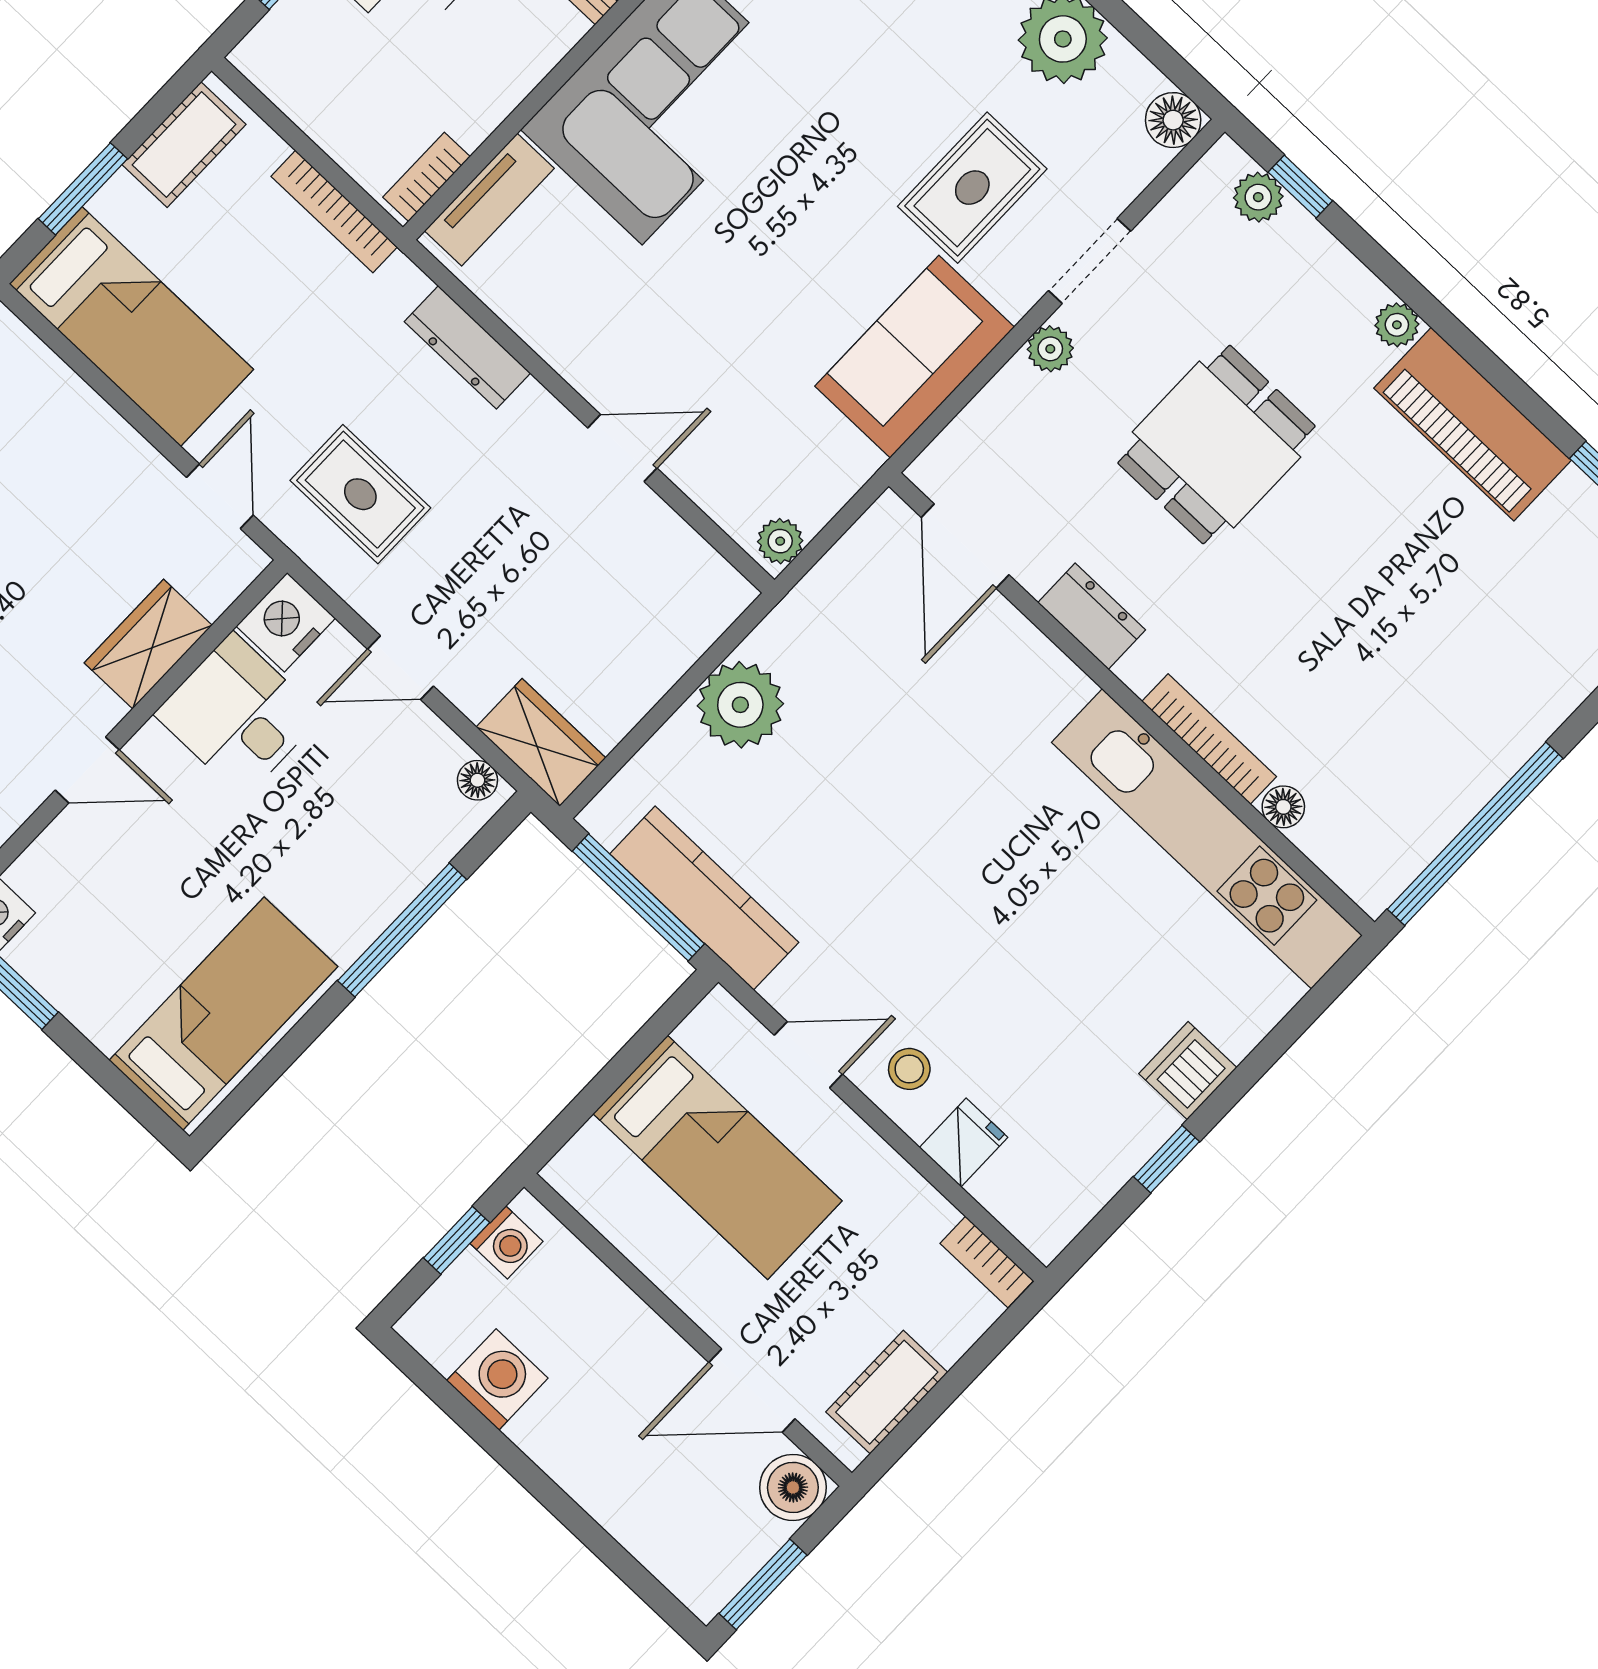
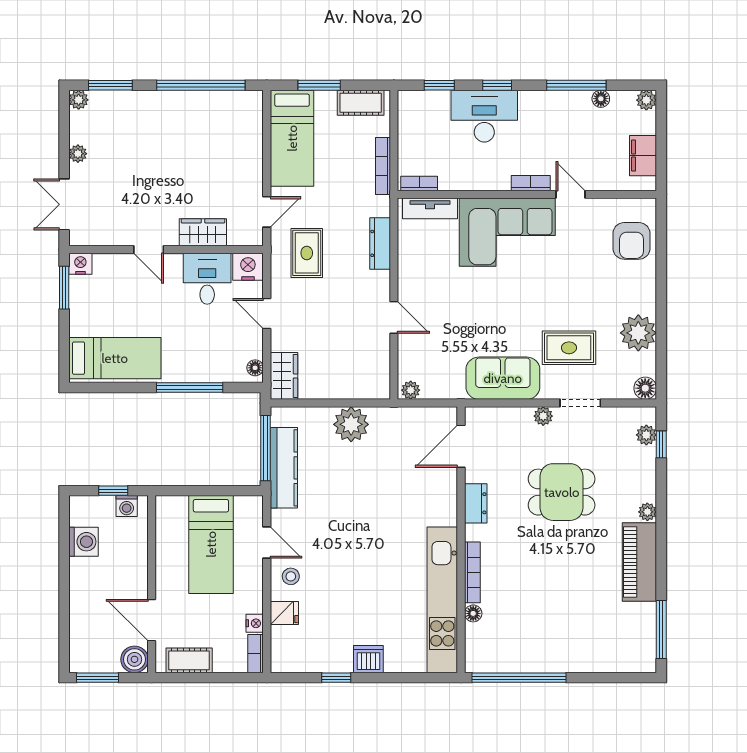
nightstand: (932, 1213) -> (255, 623), added

